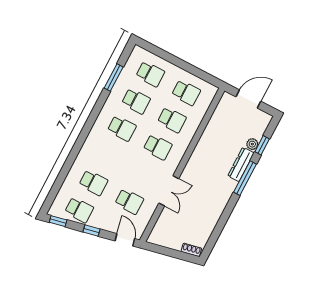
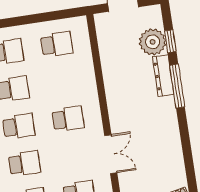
school desk: (172, 120) -> (24, 163), moved
plant: (252, 144) -> (153, 42), width x1.88, depth x1.88

